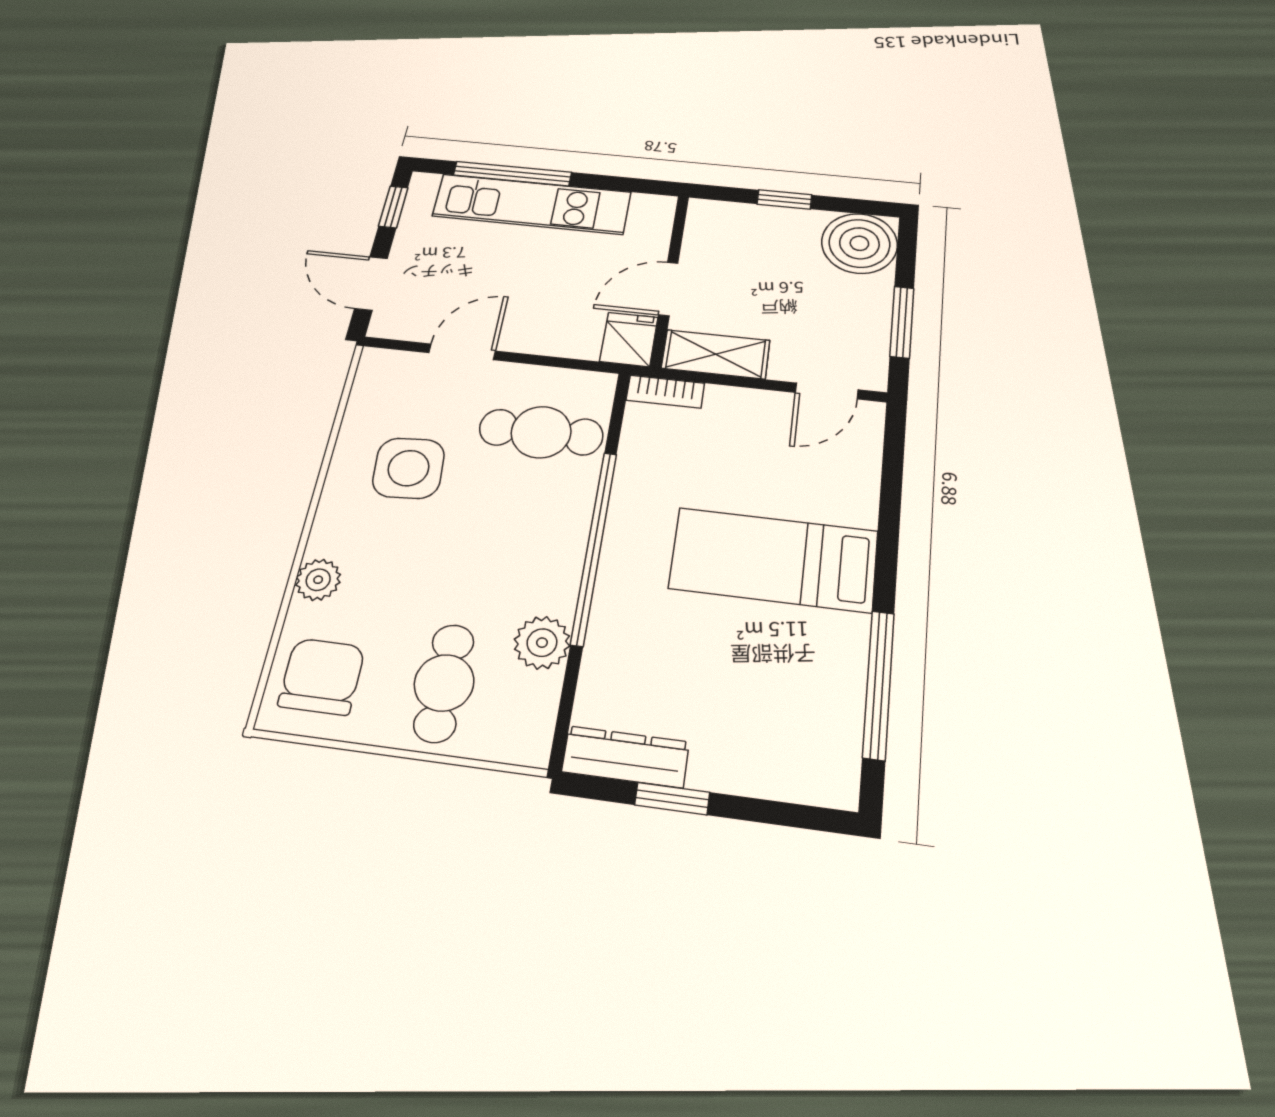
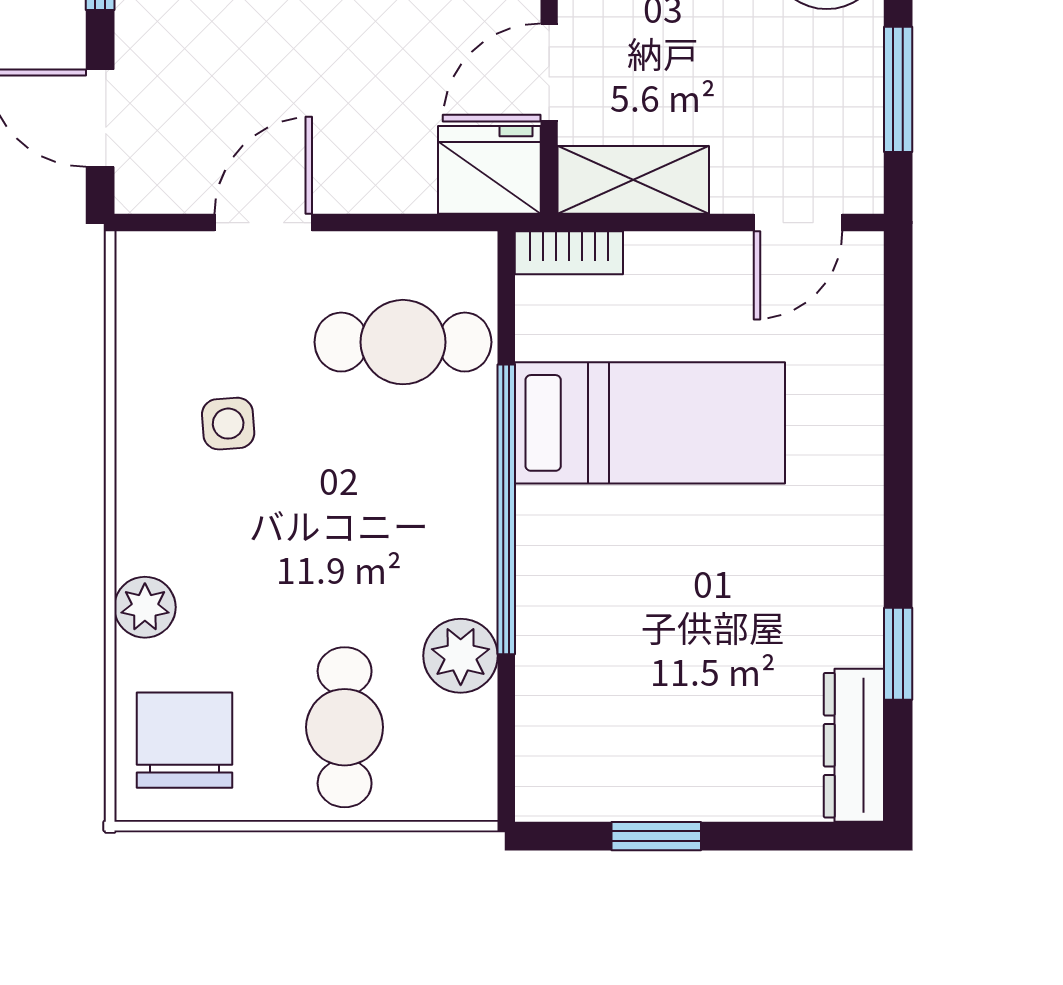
fridge: (629, 339) -> (489, 170), width x1.38
side table: (408, 468) -> (228, 424), width x0.54, depth x0.54
bed: (774, 560) -> (650, 423), moved, turned 180
window: (879, 684) -> (898, 654), width x0.46
dresser: (625, 757) -> (854, 745), moved, turned -90

